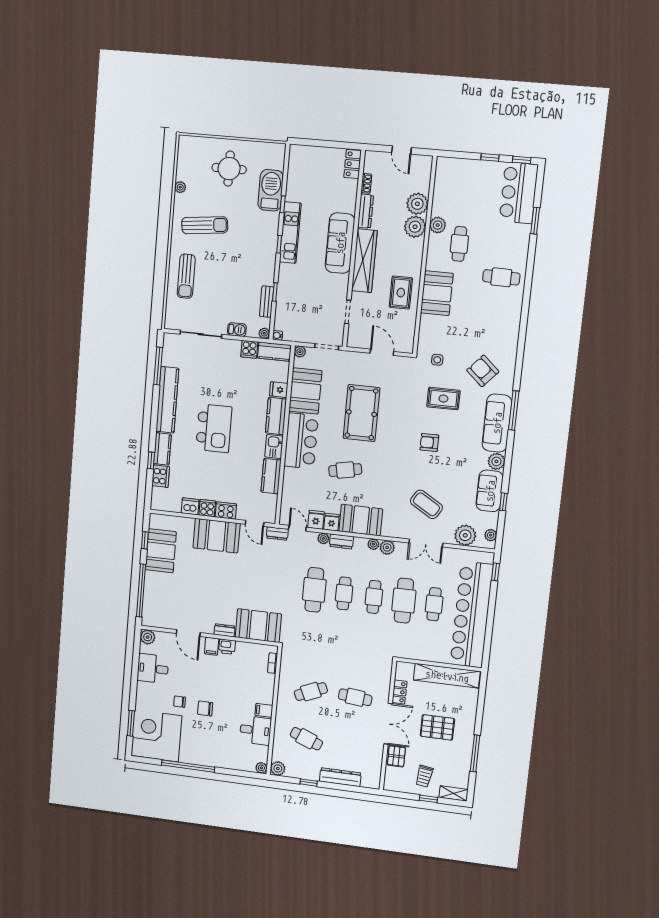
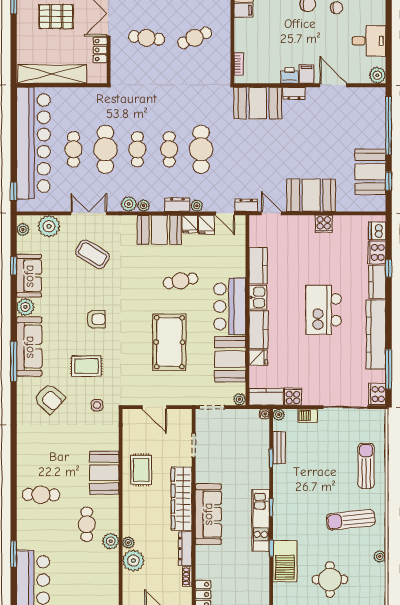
plant: (415, 227) -> (128, 543), width x0.53, depth x0.53
dishwasher: (190, 506) -> (377, 231), moved, turned 90
cooker: (226, 510) -> (377, 394), moved, turned 90

